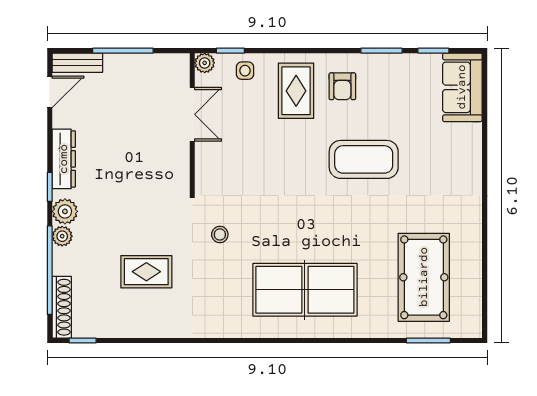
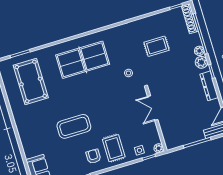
double door: (192, 114) -> (153, 108), moved

